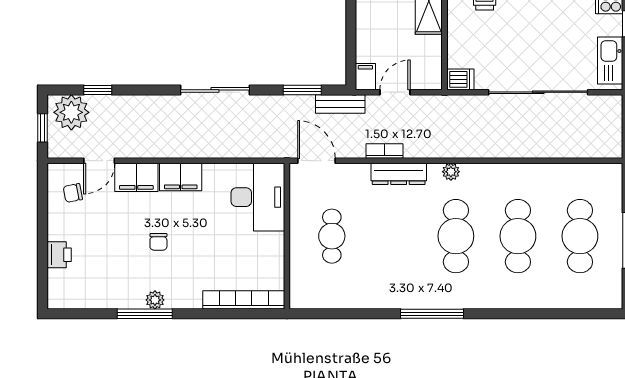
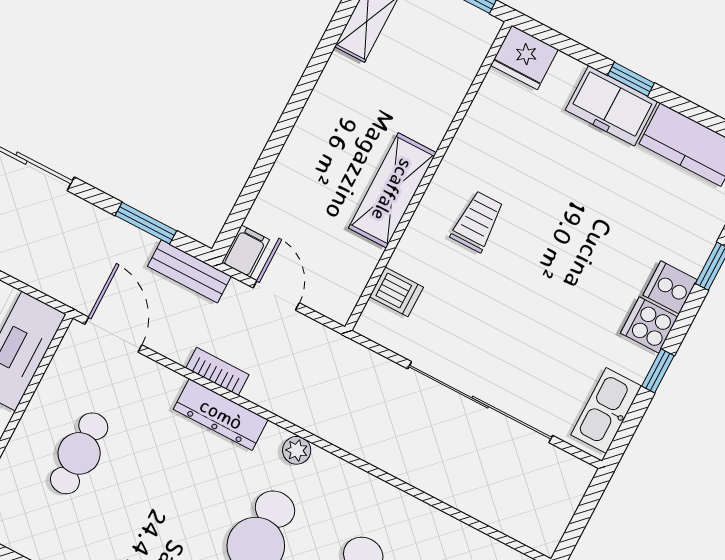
dishwasher: (460, 79) -> (396, 292), moved
door: (395, 92) -> (276, 295), hinge flipped

